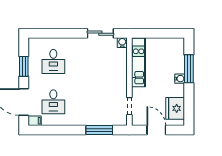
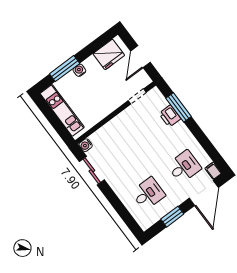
kitchen unit: (139, 63) -> (62, 110), moved, turned 90
printer: (98, 119) -> (170, 116), added

